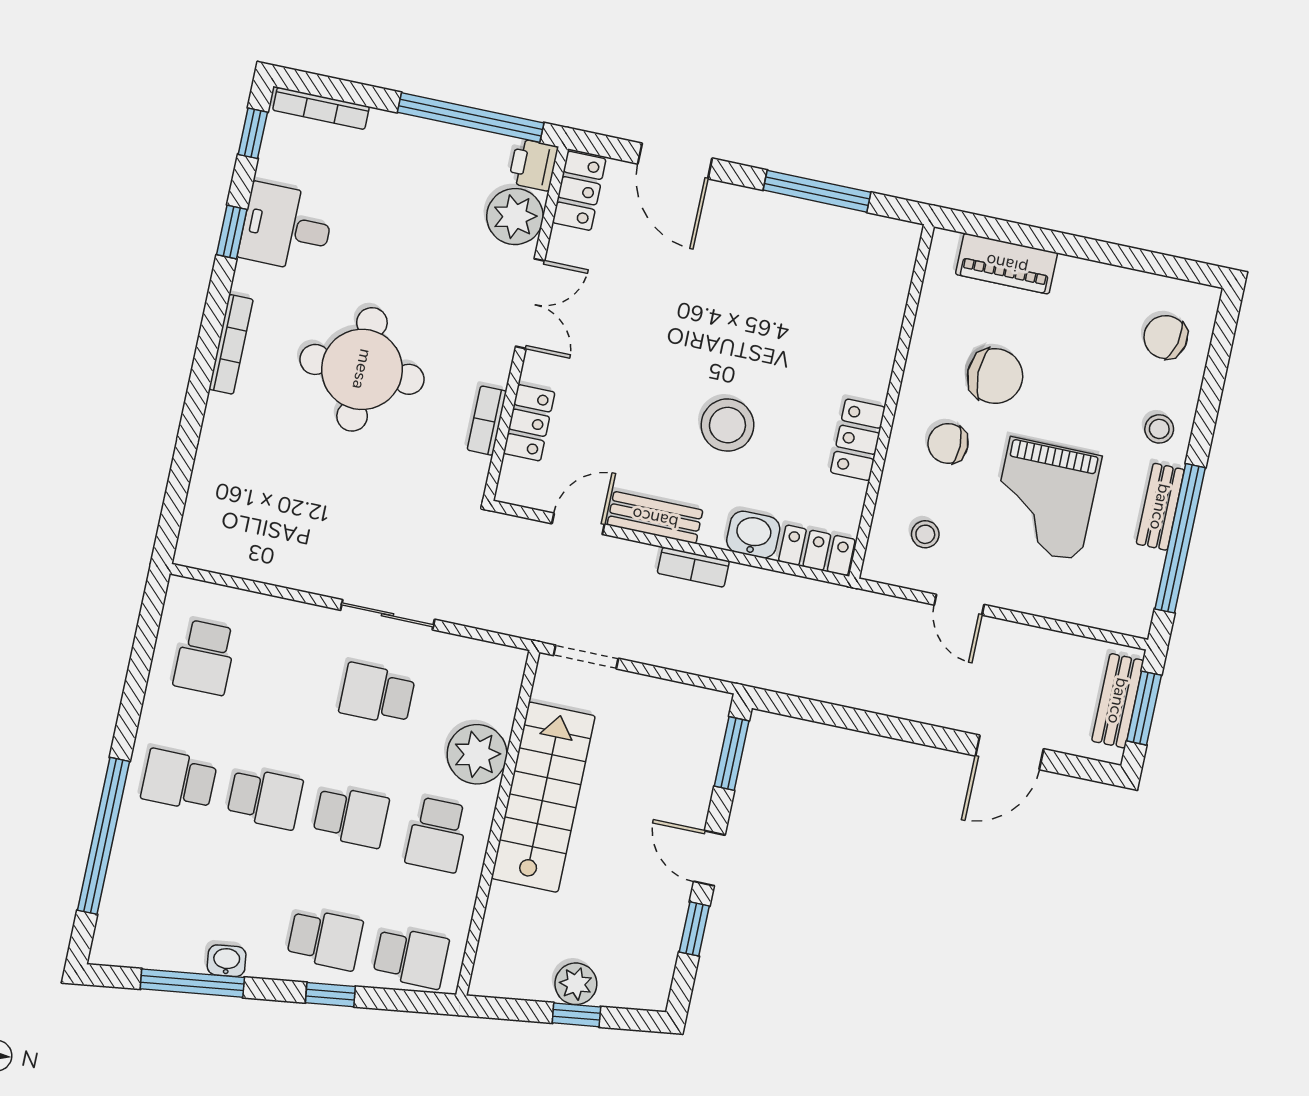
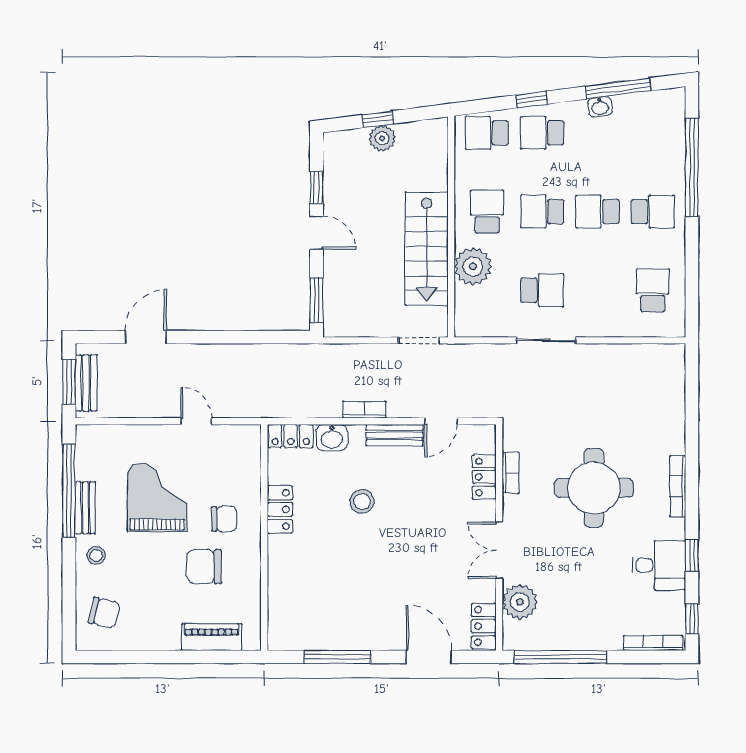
printer: (533, 165) -> (515, 636), removed
stool: (727, 425) -> (362, 501), width x0.73, depth x0.73
stool: (925, 534) -> (226, 460), removed

